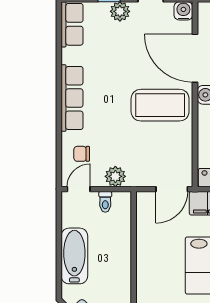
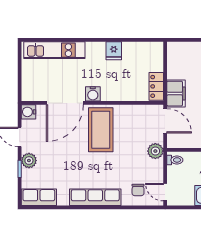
plant: (115, 176) -> (155, 151), moved
toilet: (105, 202) -> (175, 160), moved

